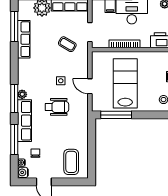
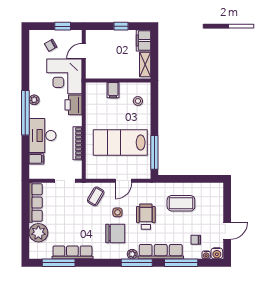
coffee table: (67, 44) -> (96, 196), moved
chair: (41, 79) -> (115, 234), added
coffee table: (71, 162) -> (181, 203), moved

